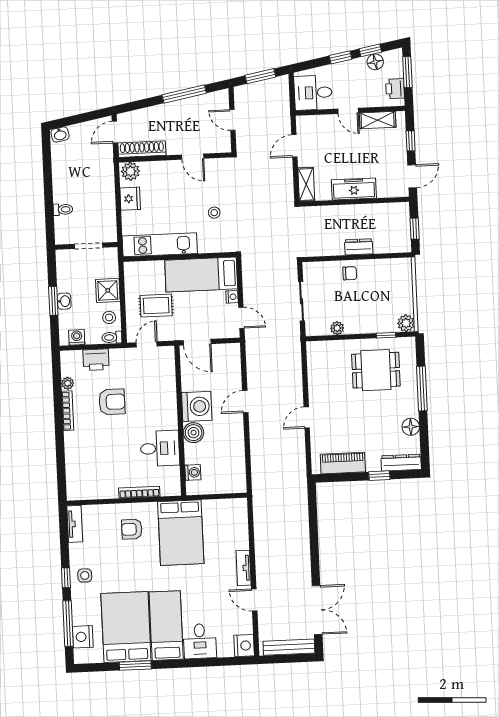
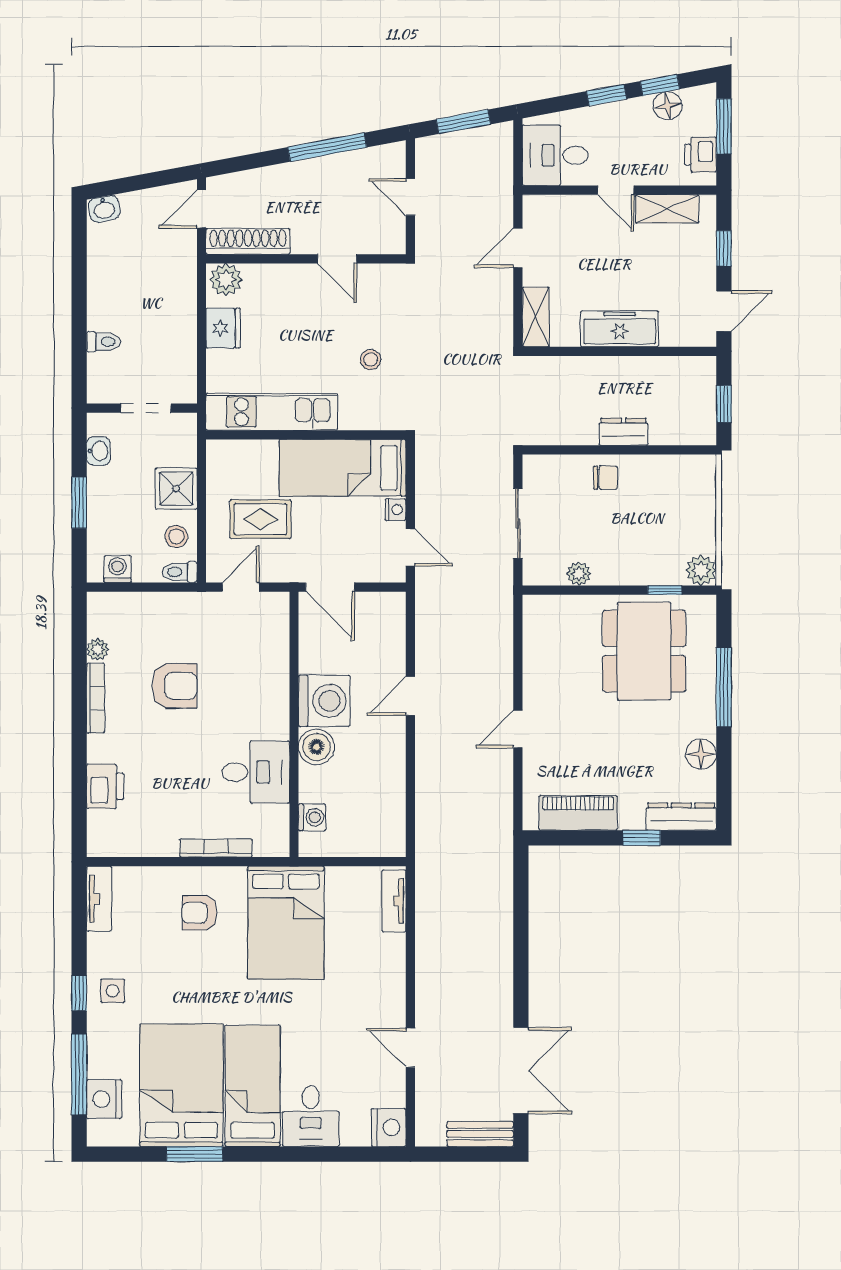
washbasin: (64, 301) -> (98, 451), moved
printer: (96, 360) -> (105, 786), moved, turned -90
dining table: (376, 370) -> (644, 651), width x1.38
tv unit: (244, 568) -> (394, 901), moved
bench: (289, 647) -> (480, 1134), width x0.73

